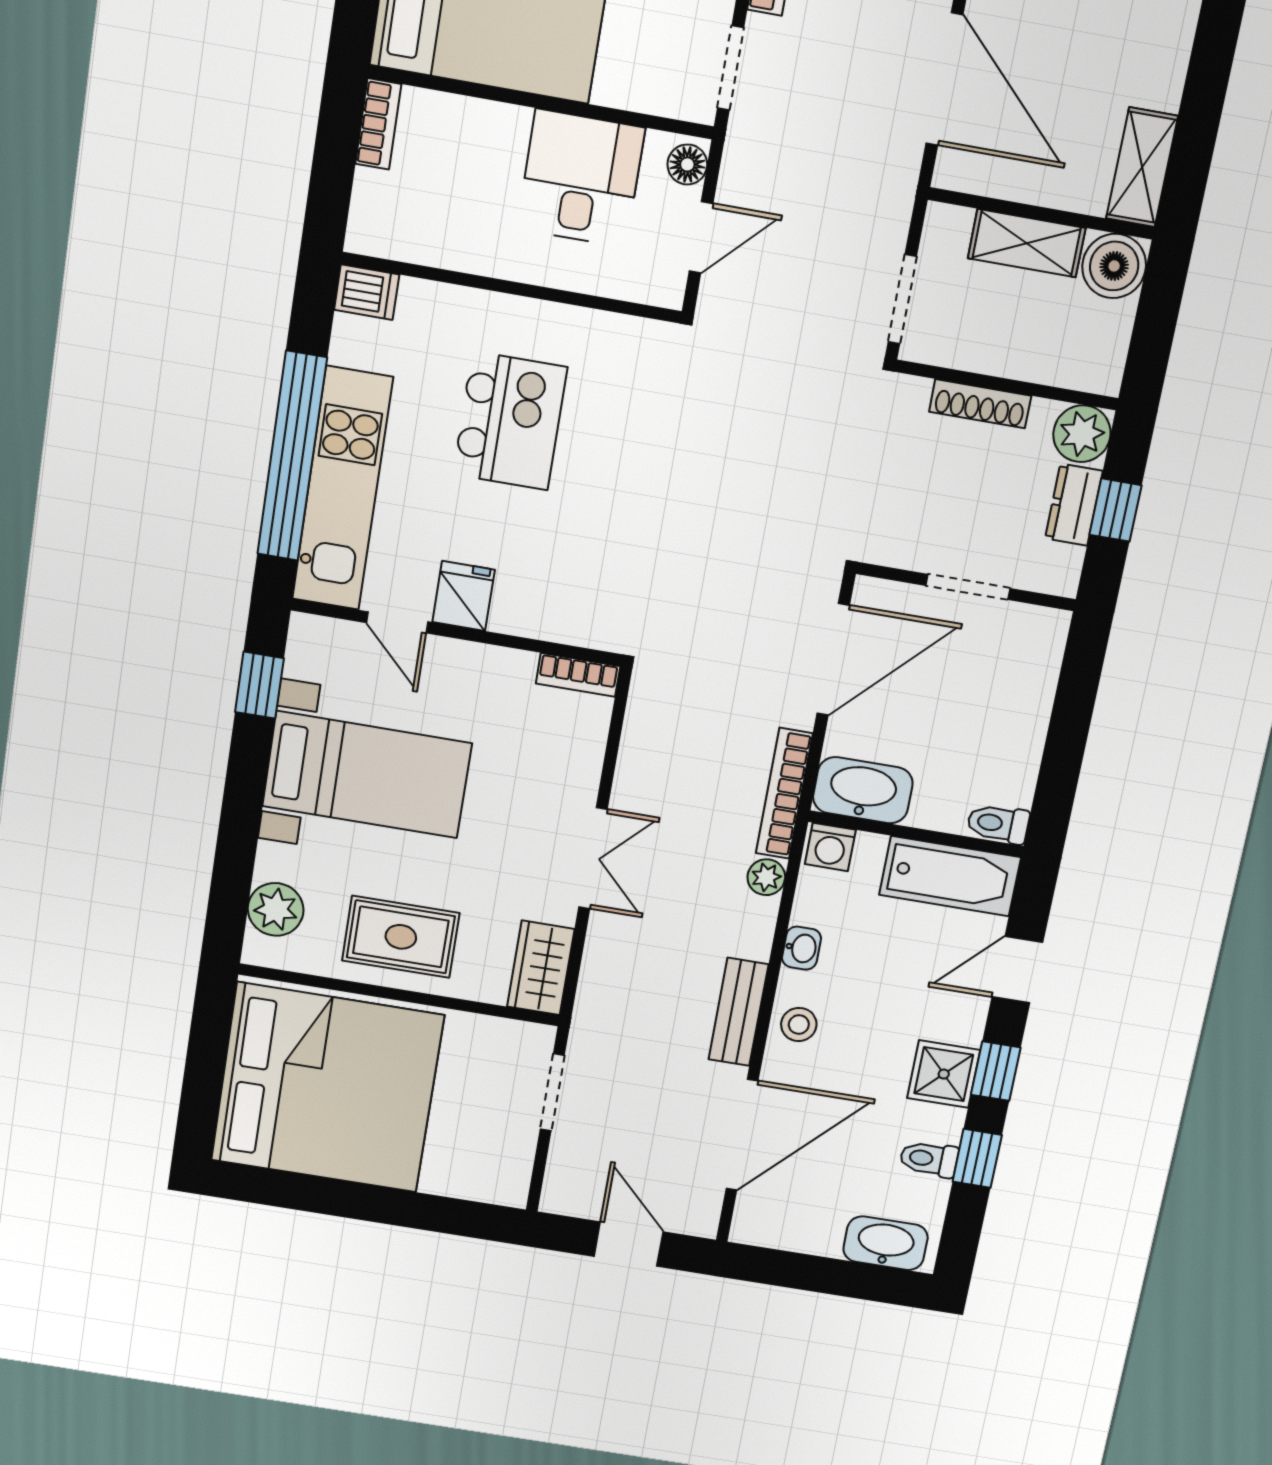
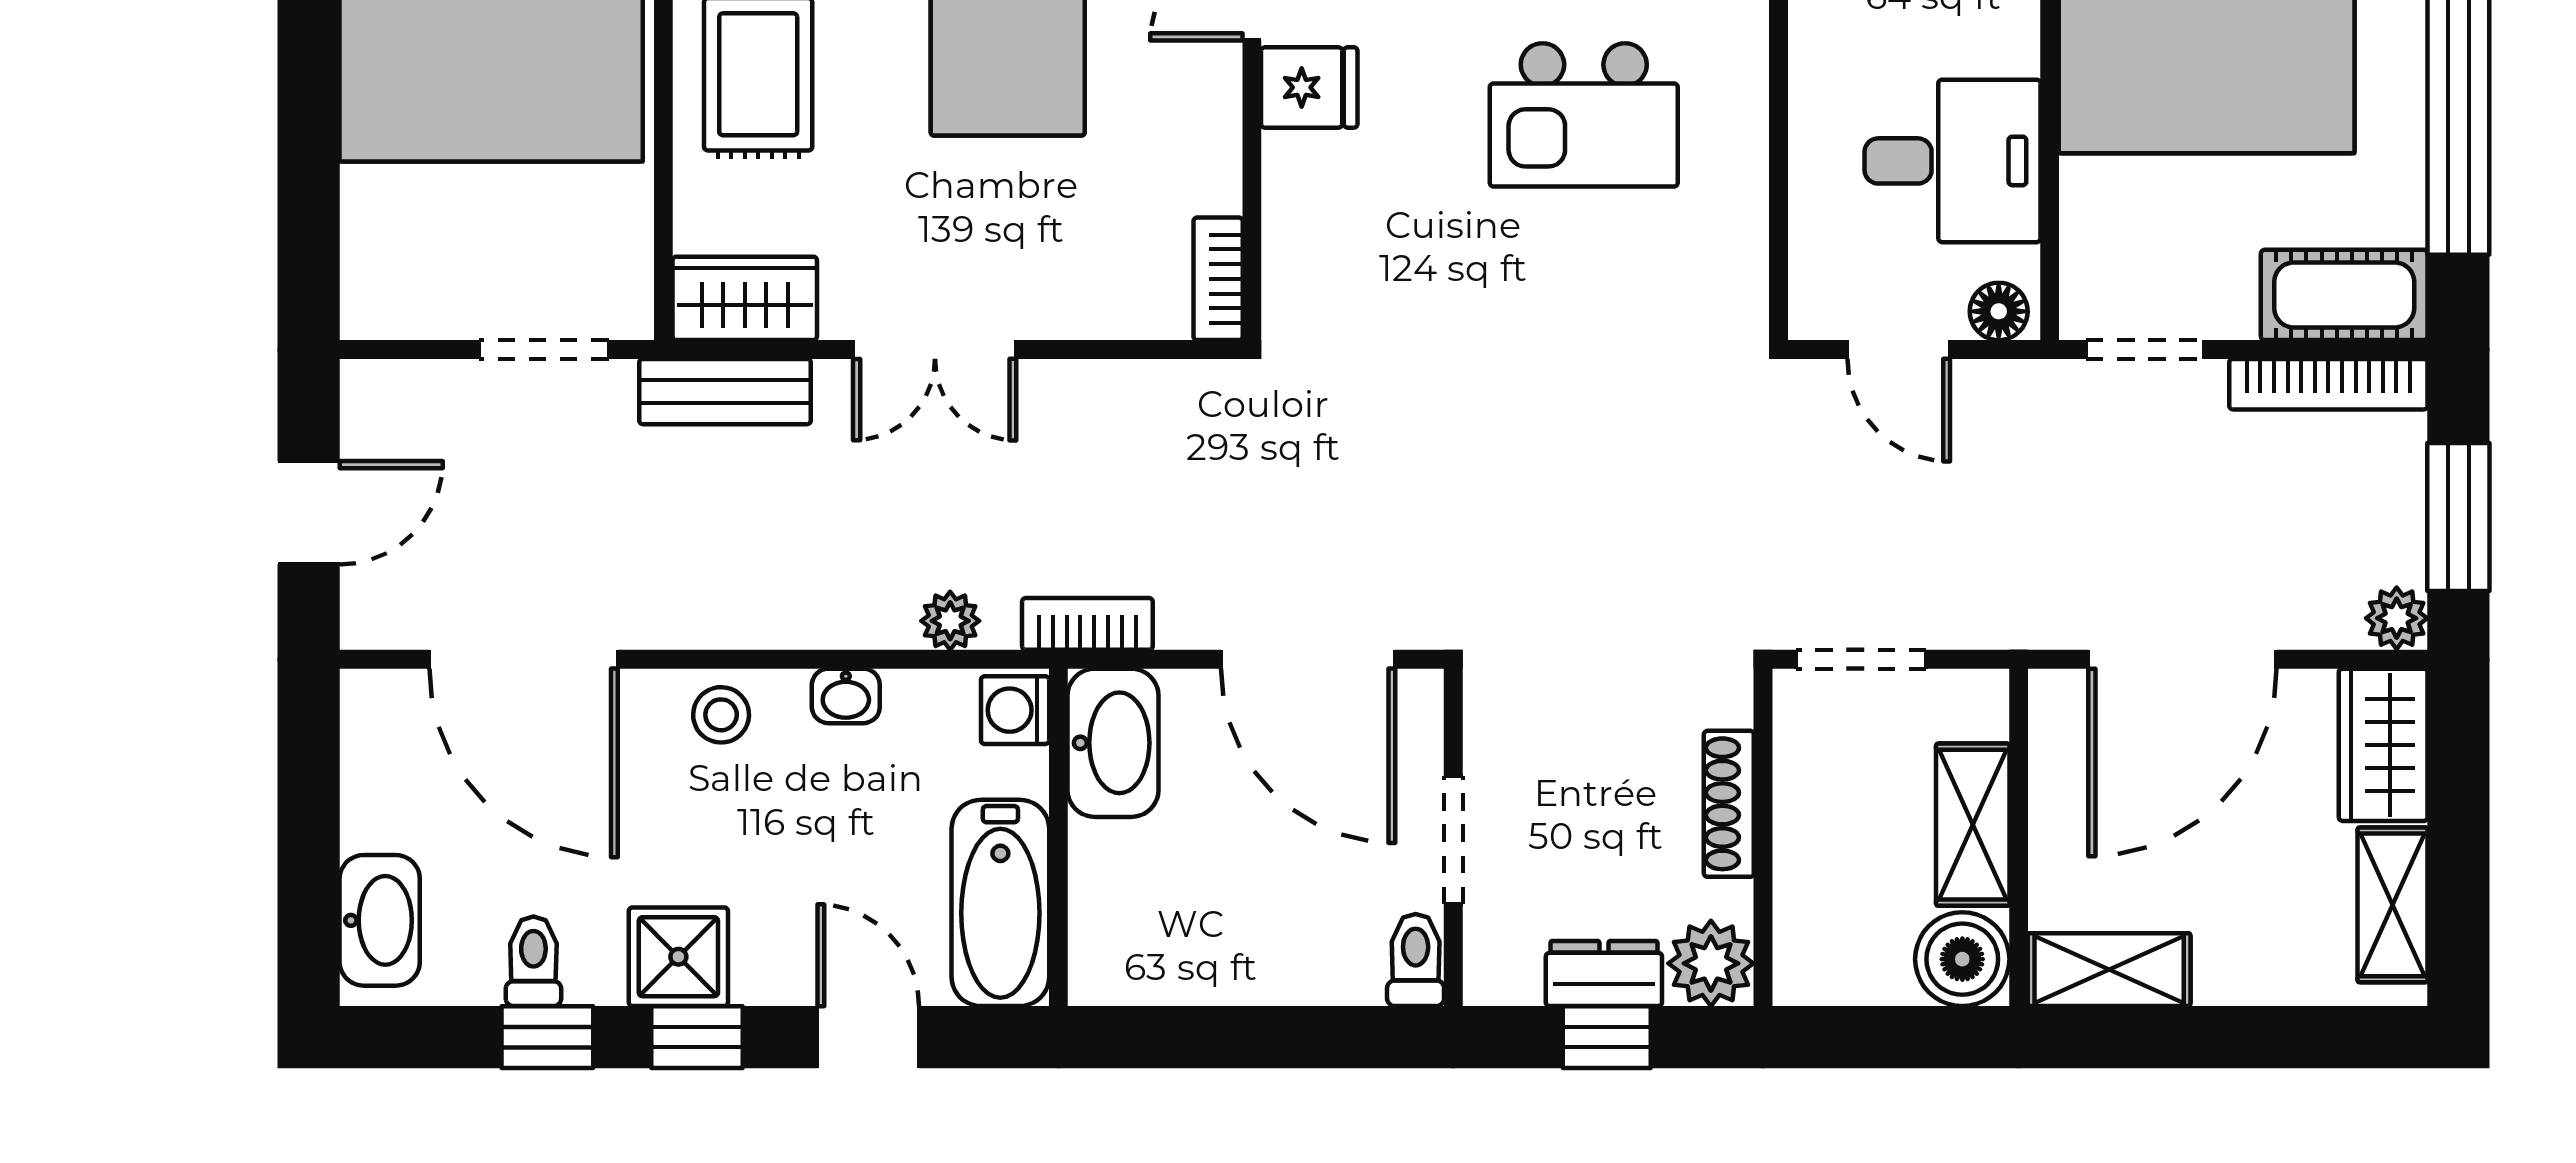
bookcase: (784, 793) -> (1087, 624), width x0.64
toilet: (998, 824) -> (1416, 960), moved
bench: (739, 1012) -> (725, 392), moved

